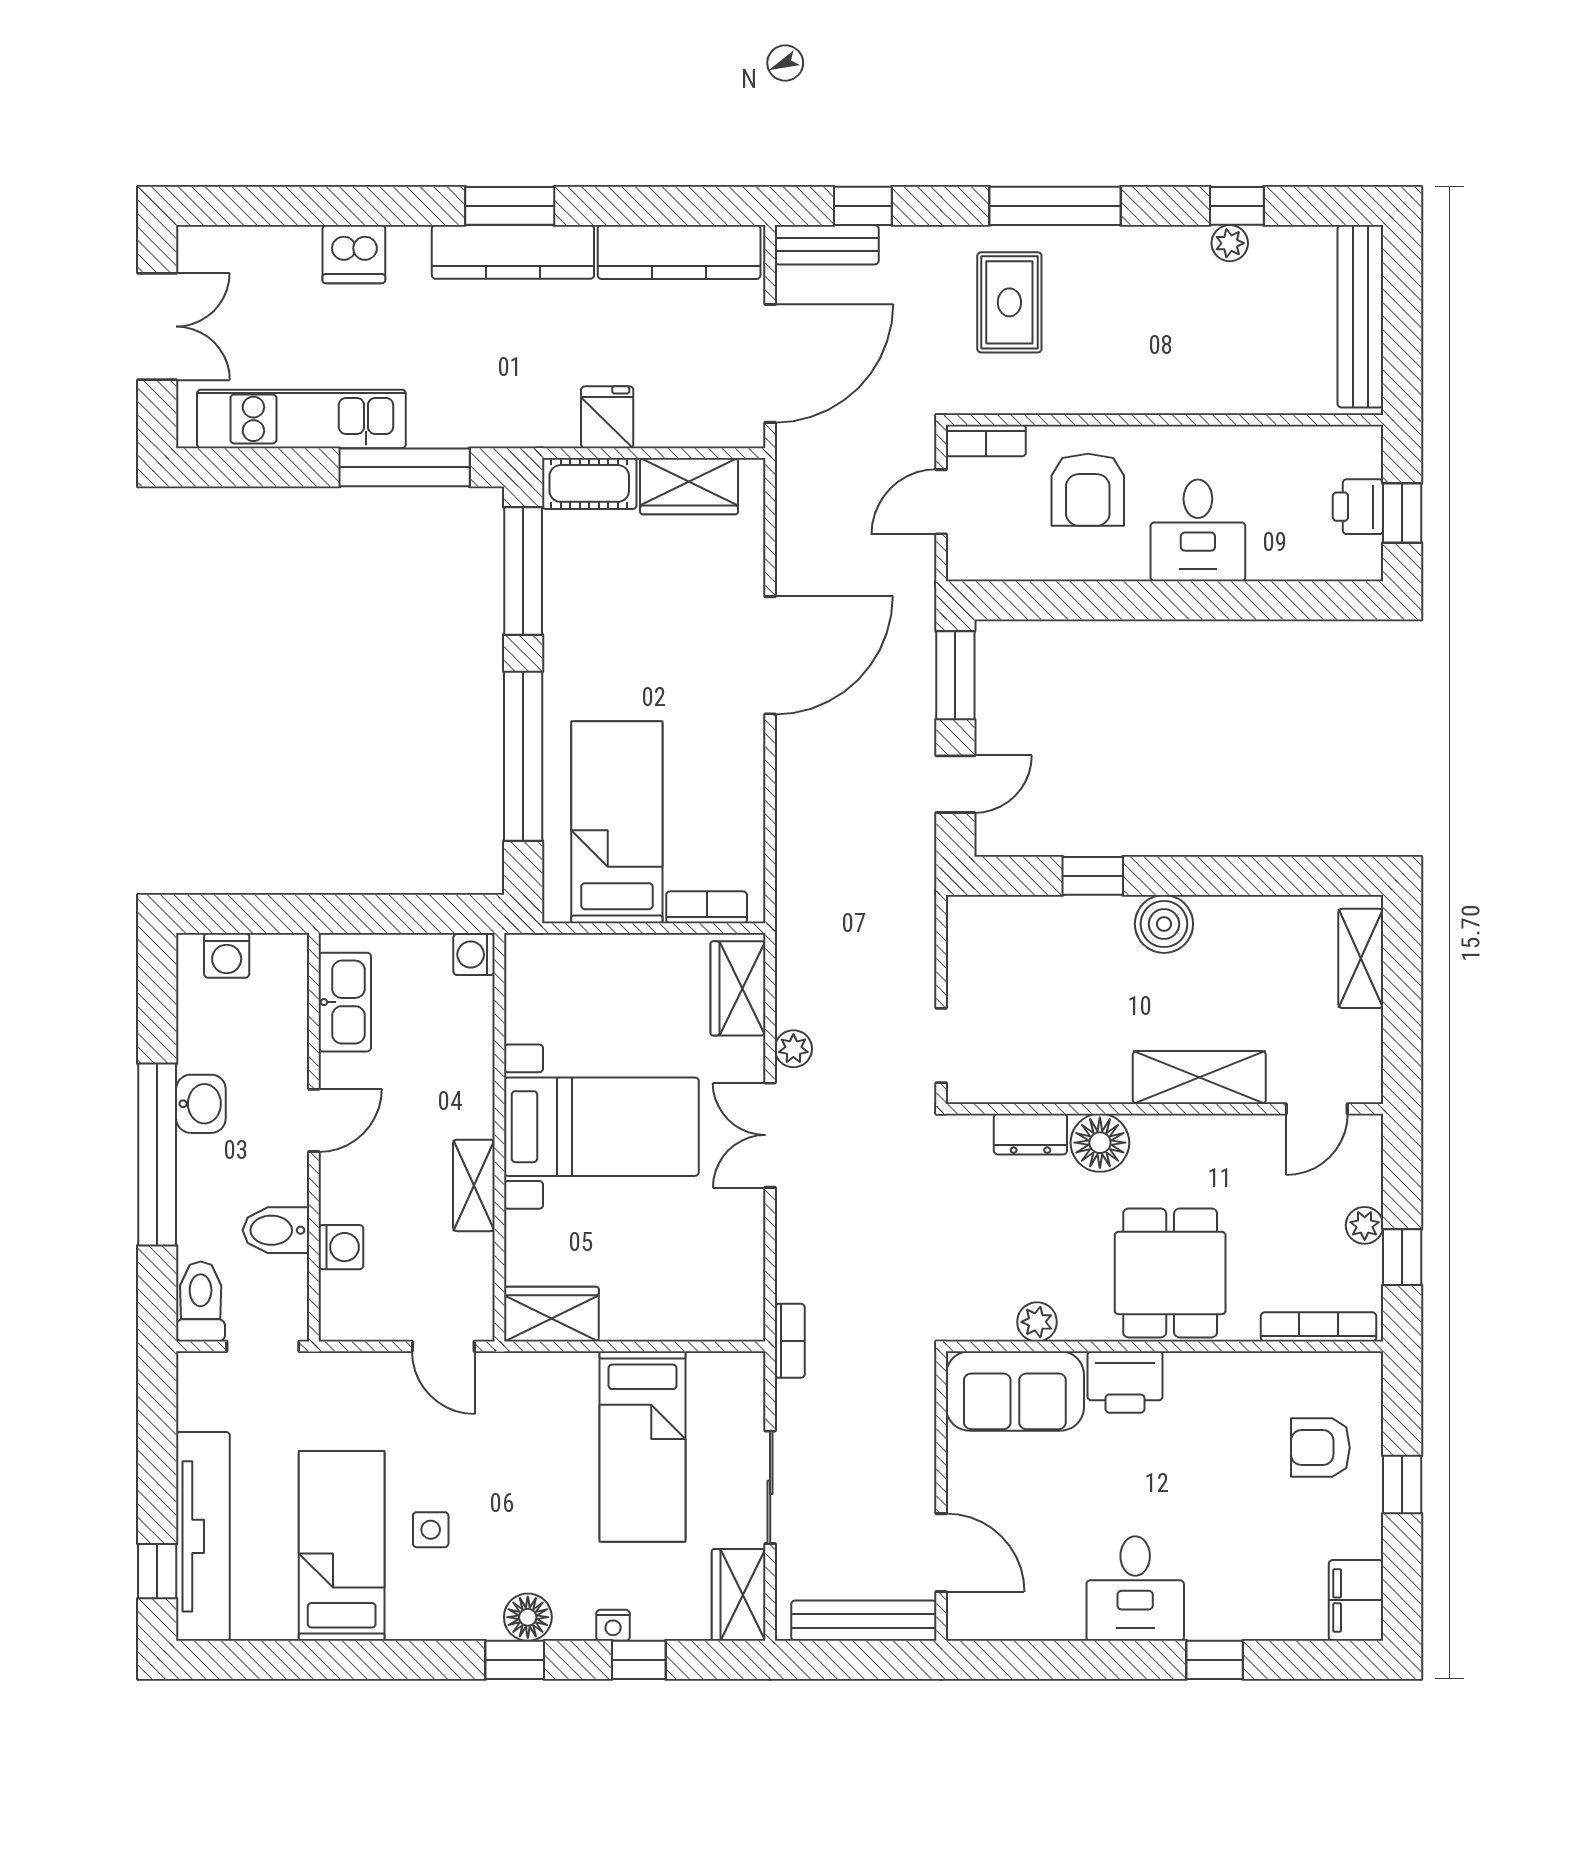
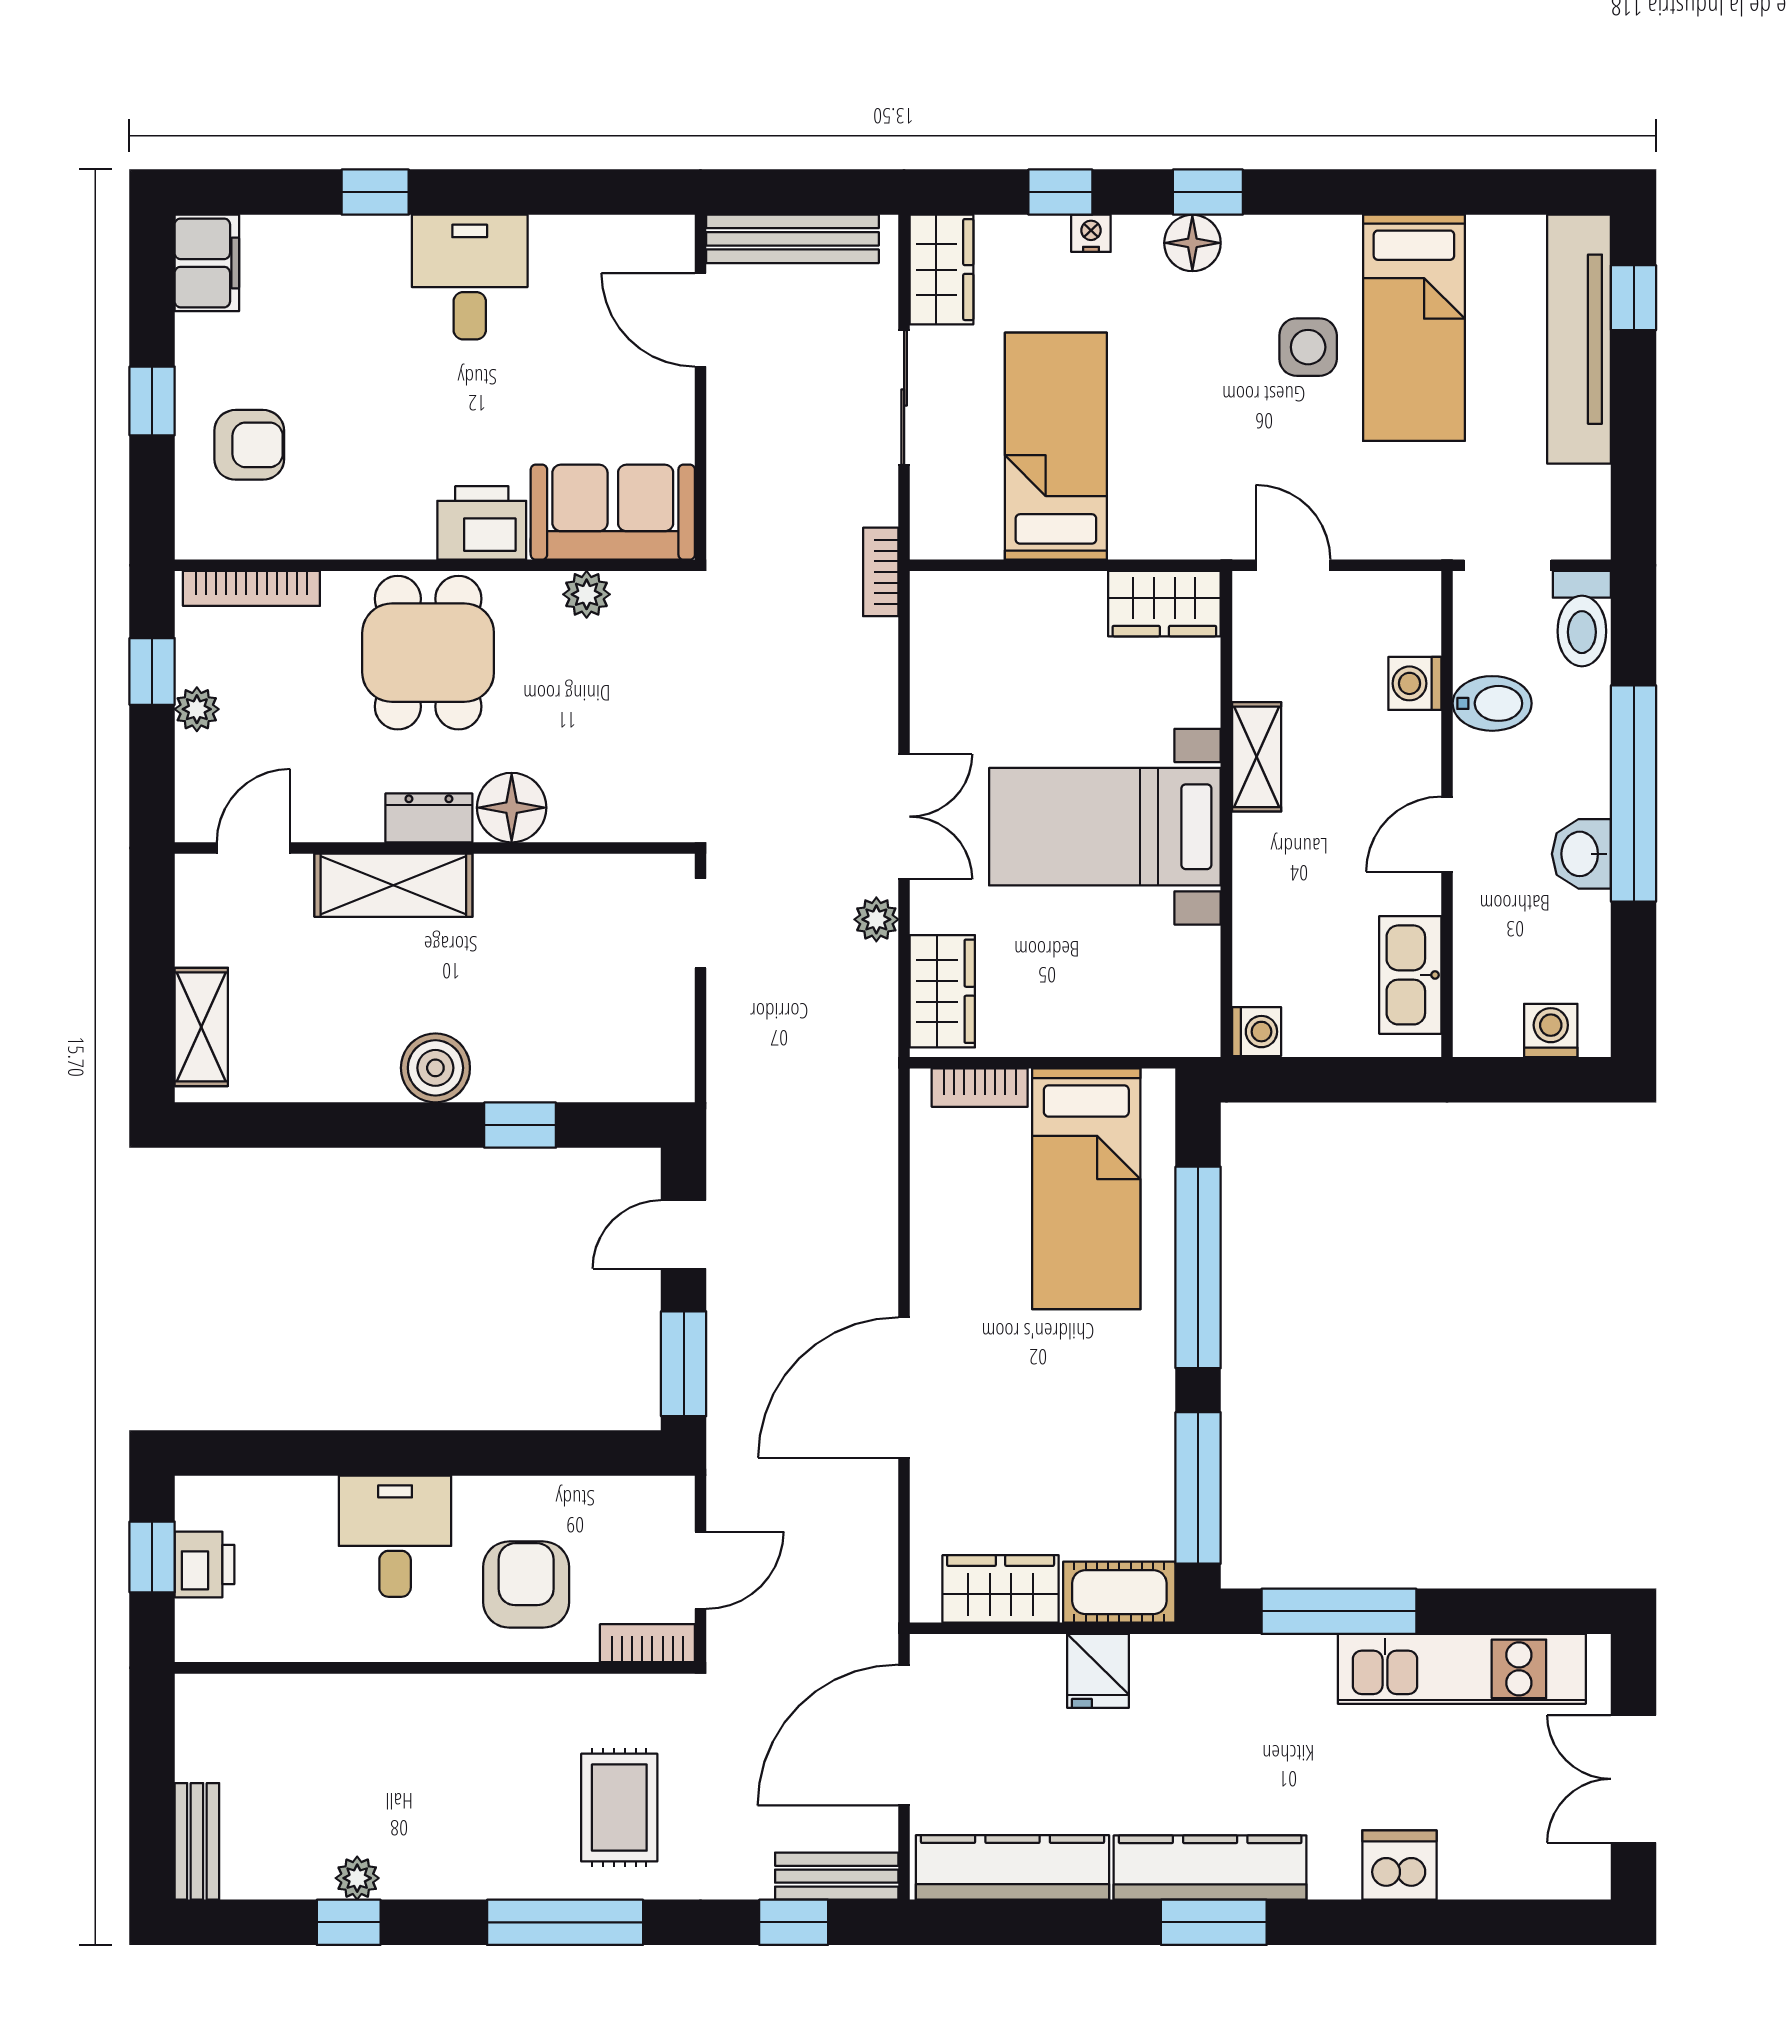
bench: (1360, 316) -> (197, 1841), width x0.54, depth x0.82
dresser: (1030, 1134) -> (429, 818), moved
side table: (431, 1530) -> (1308, 347), width x1.37, depth x1.37

